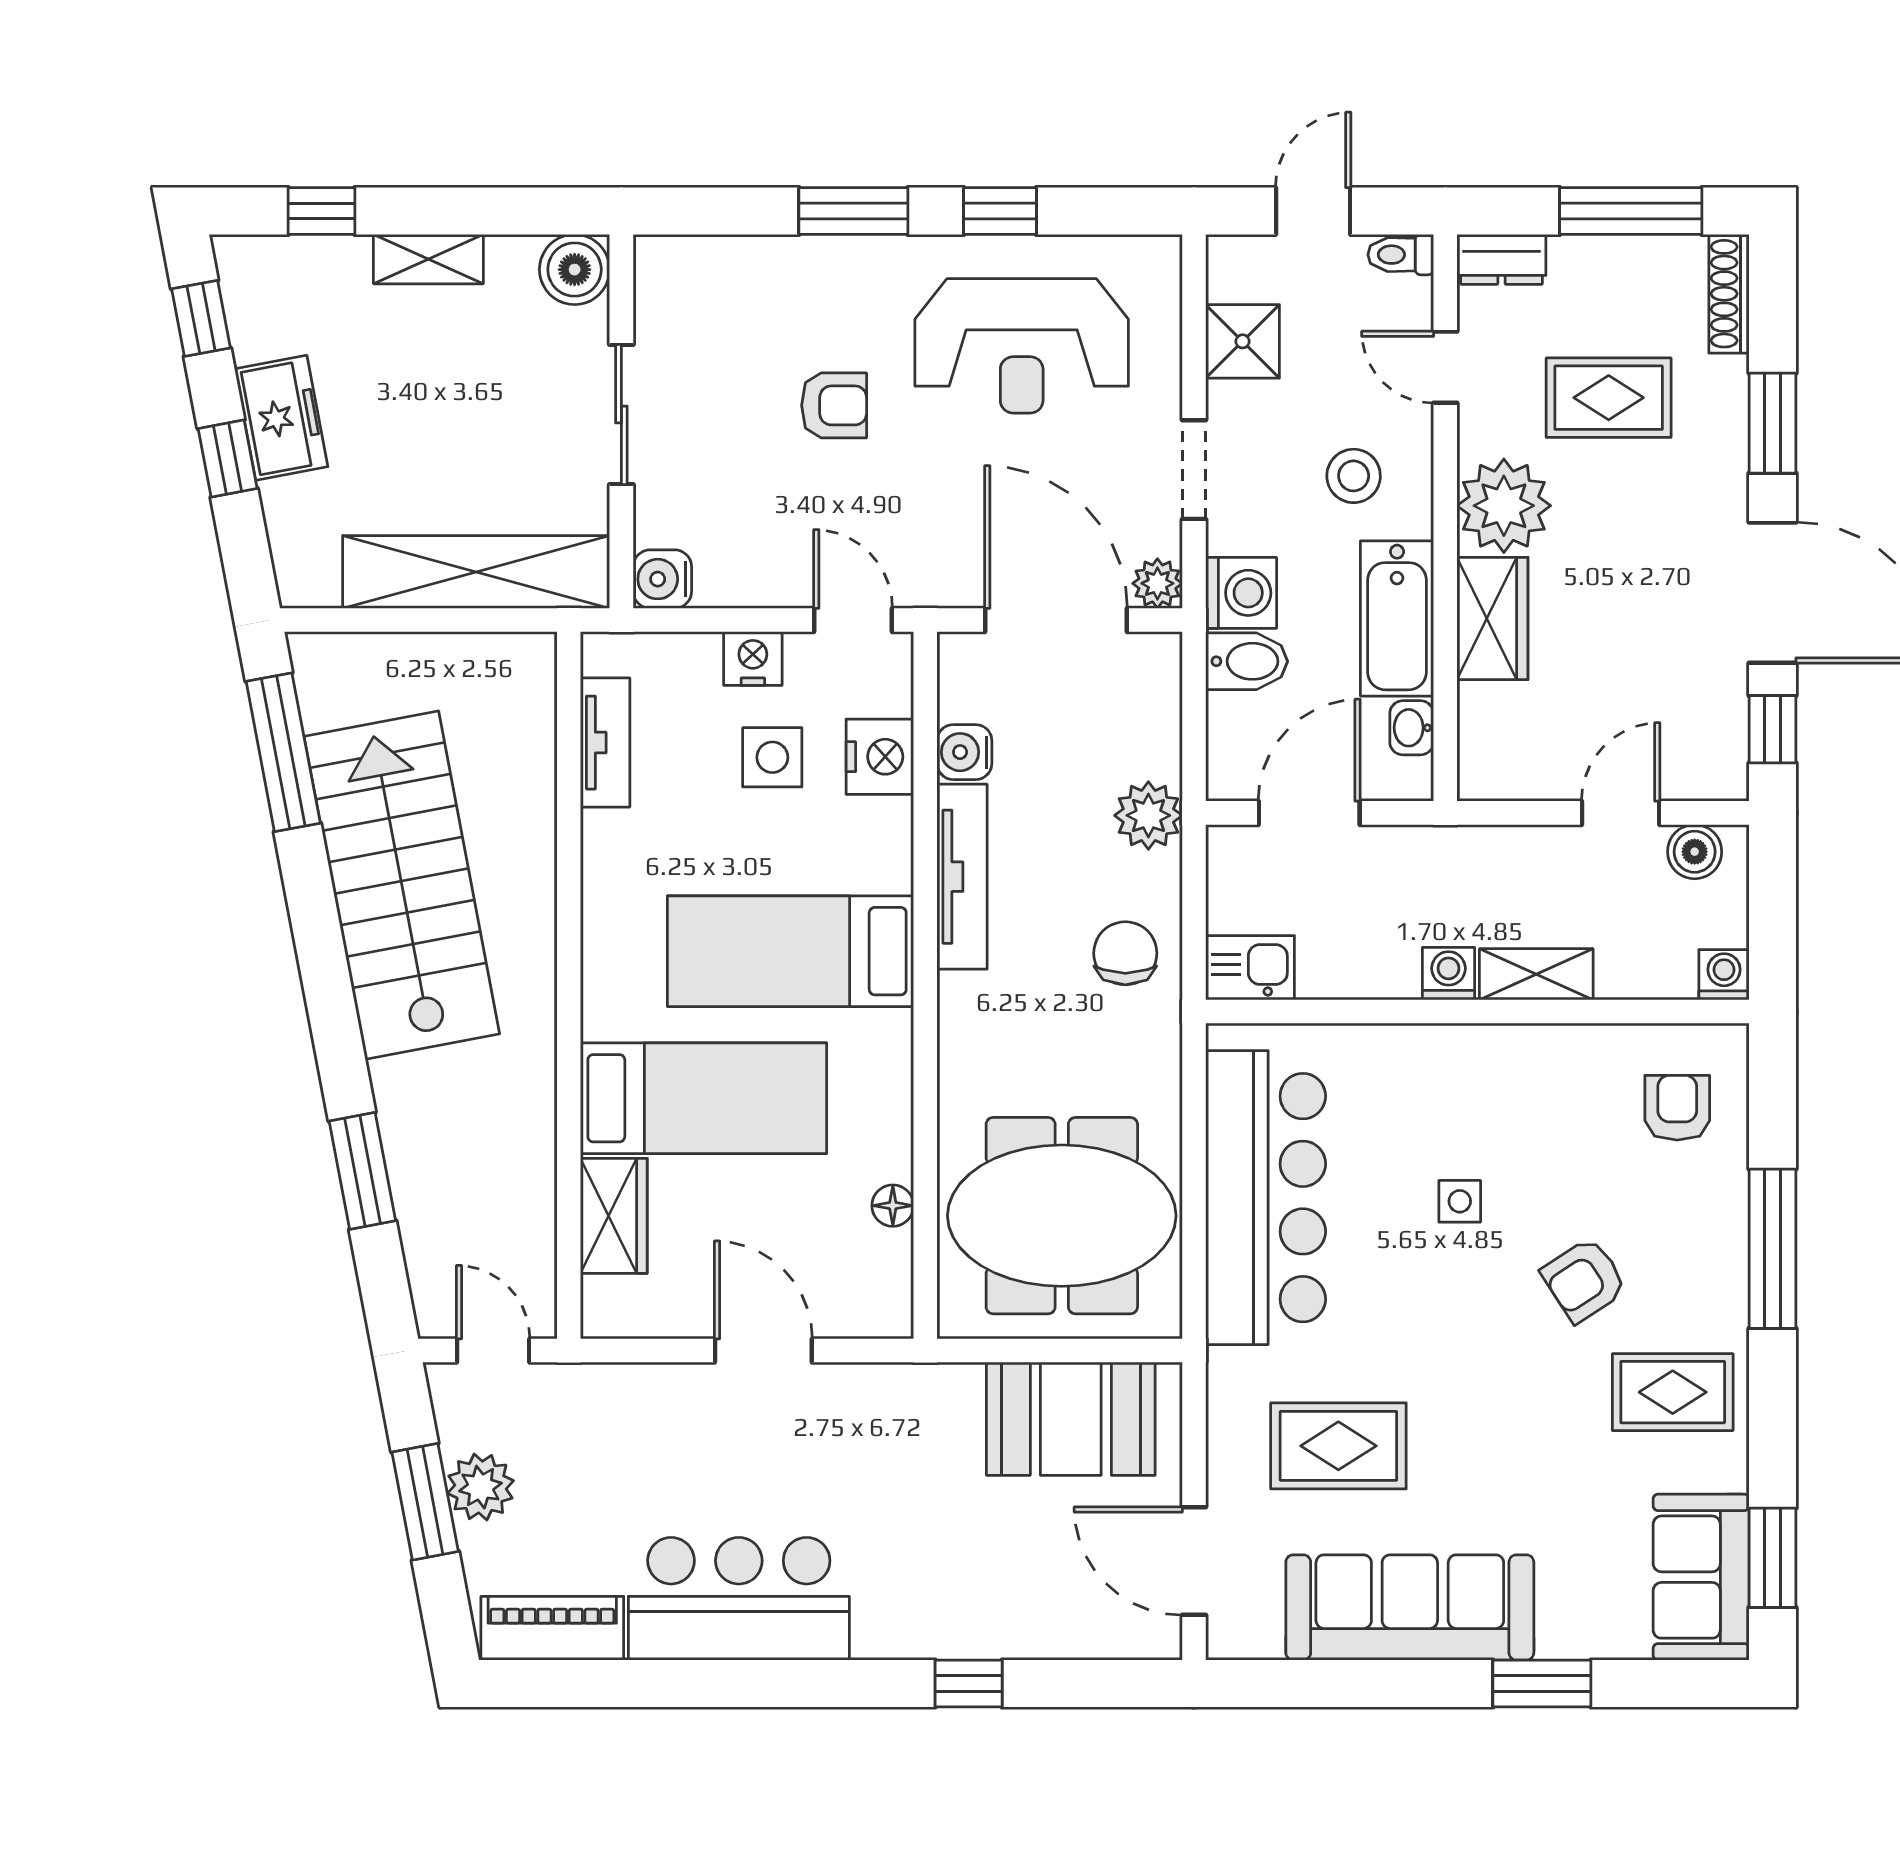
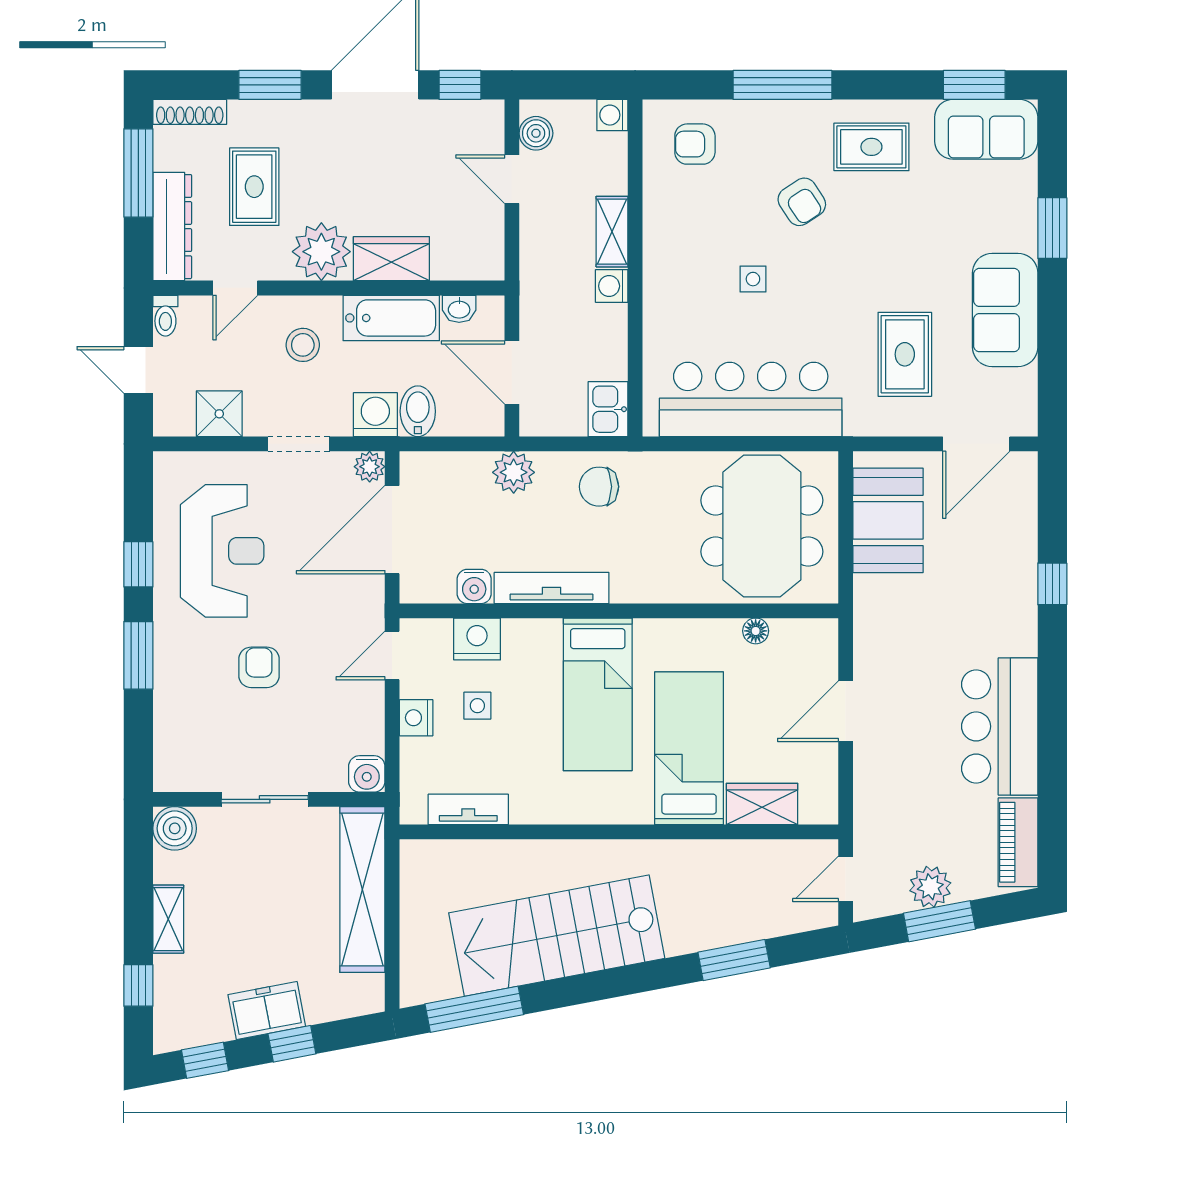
dresser: (1501, 259) -> (172, 227), width x1.96, depth x1.24
side table: (772, 757) -> (477, 706), width x0.73, depth x0.73
rug: (1673, 1392) -> (871, 147), turned 90
sofa: (1410, 1607) -> (1005, 310), width x0.73

